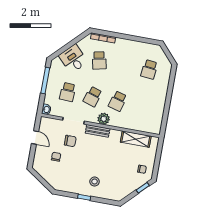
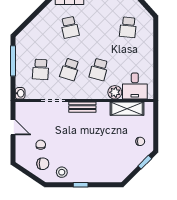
desk: (73, 59) -> (135, 86), moved, turned -135
plant: (104, 119) -> (115, 92), moved
chair: (70, 141) -> (43, 164), moved
stool: (95, 182) -> (62, 172), moved

